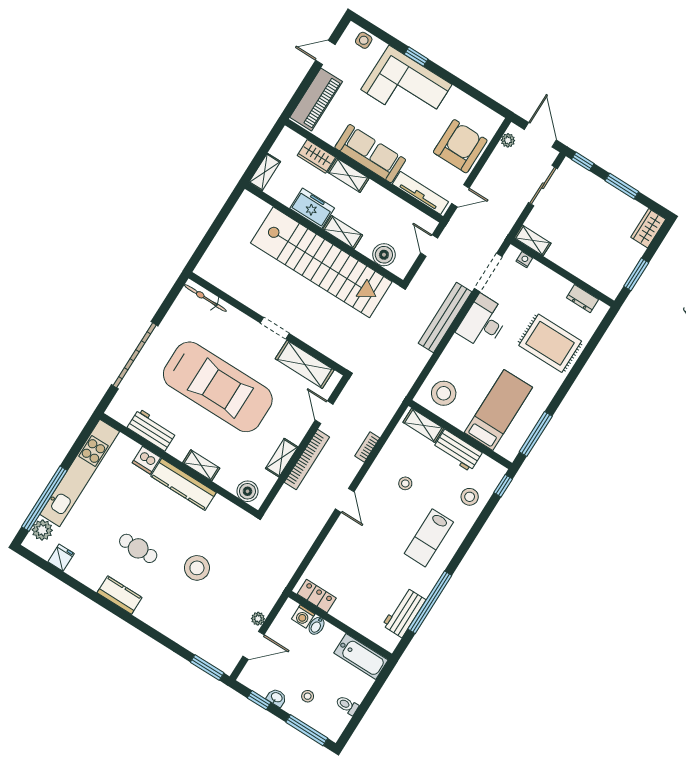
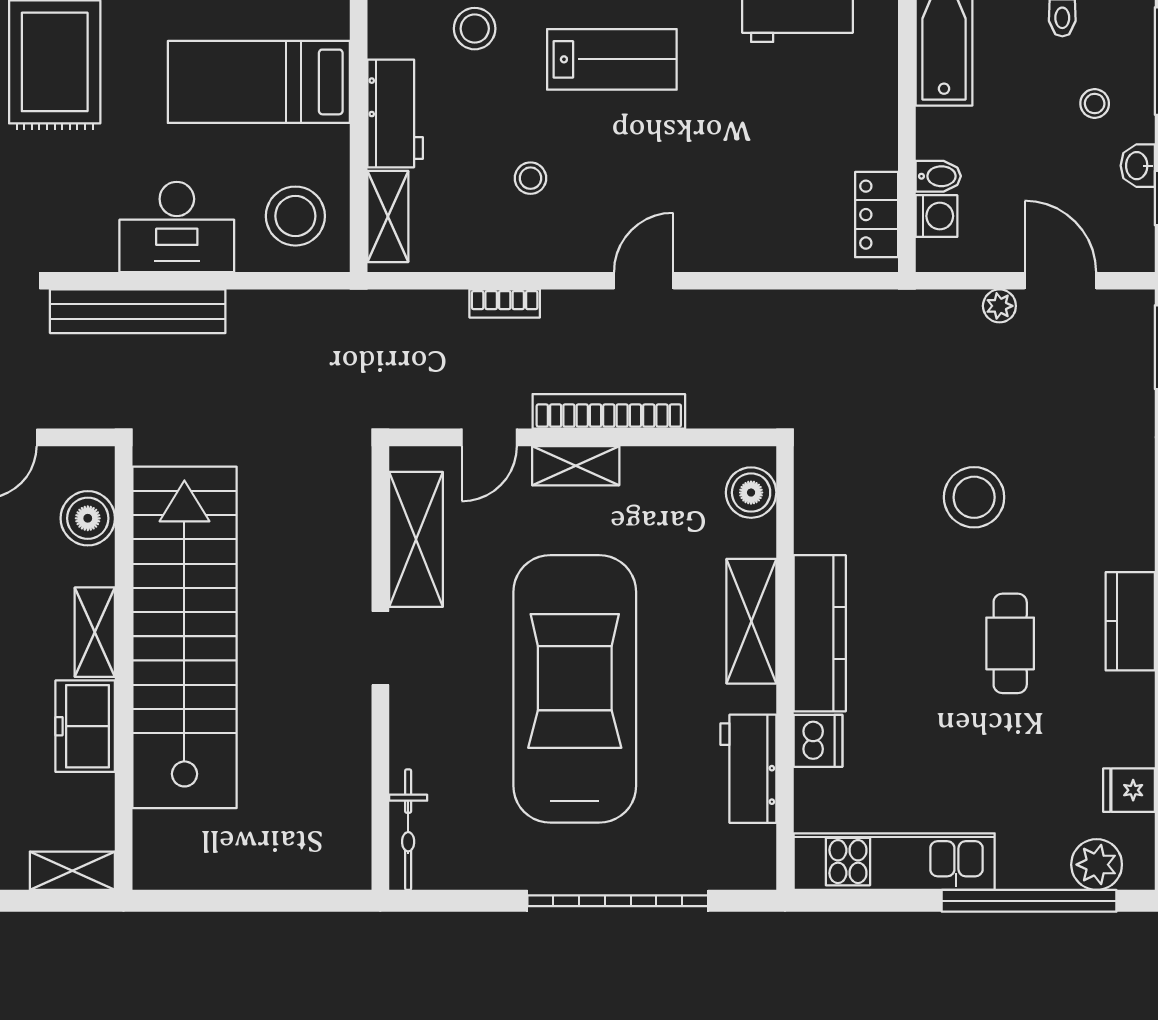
desk: (483, 322) -> (177, 227), moved
shelving: (282, 458) -> (576, 466), moved
shelving: (201, 465) -> (751, 621), width x1.50, depth x1.33
kitchen unit: (80, 473) -> (894, 862), width x0.73

